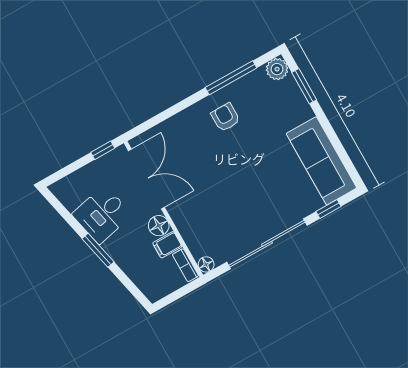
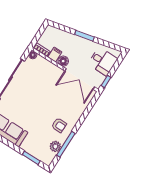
plant: (277, 69) -> (55, 146), moved
desk: (102, 215) -> (103, 61), moved, turned 103

